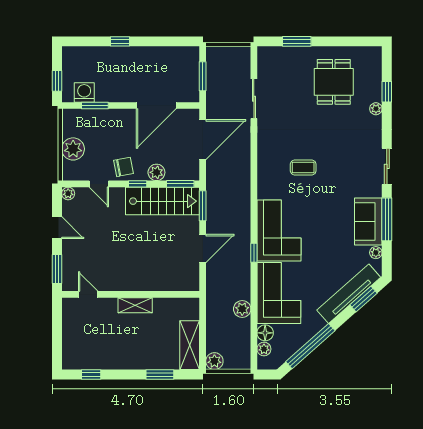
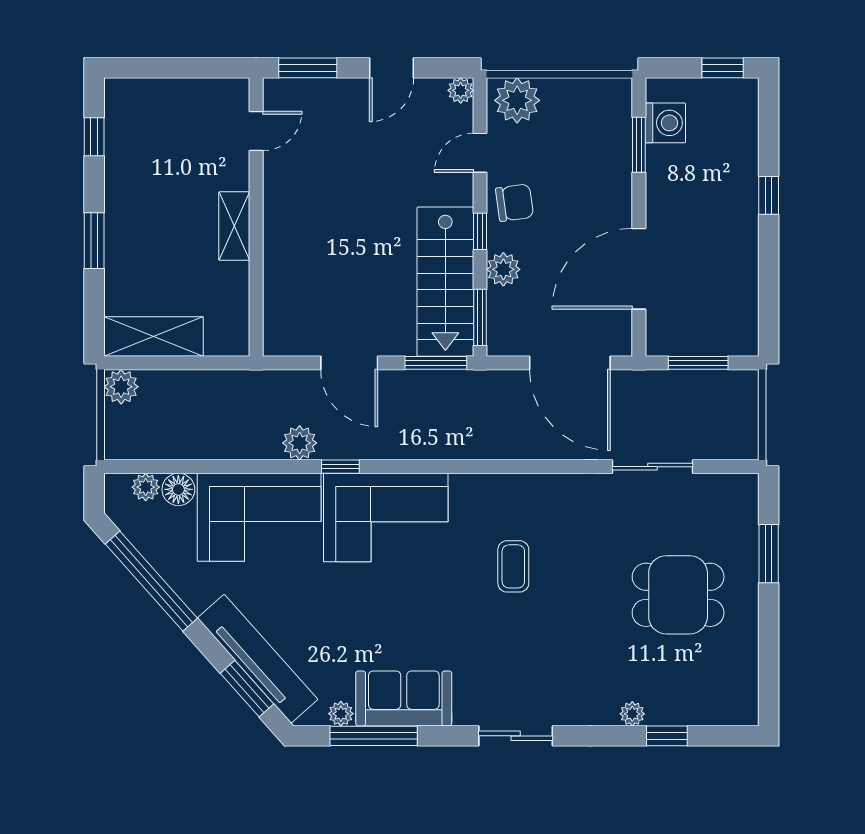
window: (57, 81) -> (723, 68), moved
dining table: (334, 82) -> (678, 595), moved
door: (156, 105) -> (639, 269), hinge flipped
plant: (73, 149) -> (517, 100), moved
chair: (124, 167) -> (515, 203), turned -87
window: (387, 219) -> (374, 736), moved
plant: (242, 309) -> (300, 443), moved
window: (160, 374) -> (94, 241), moved

